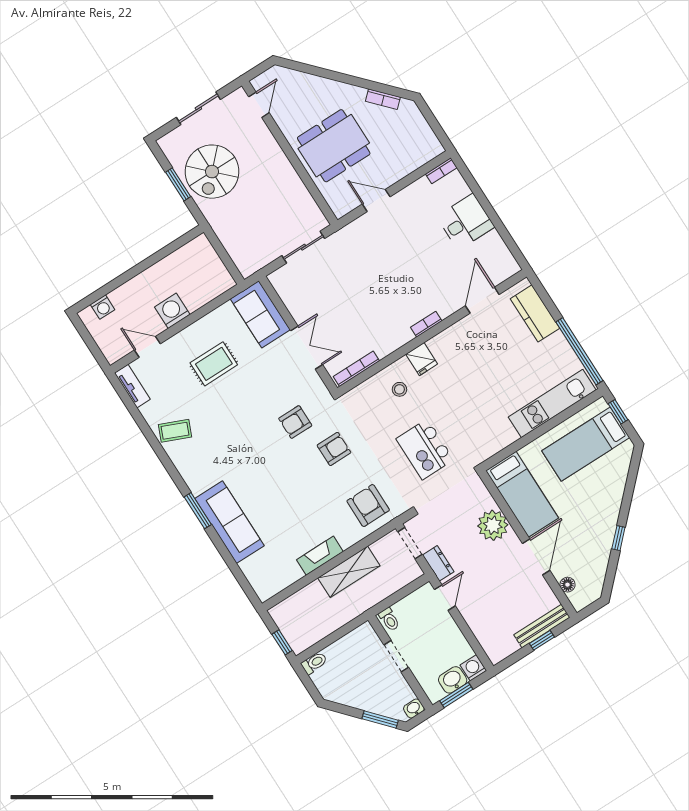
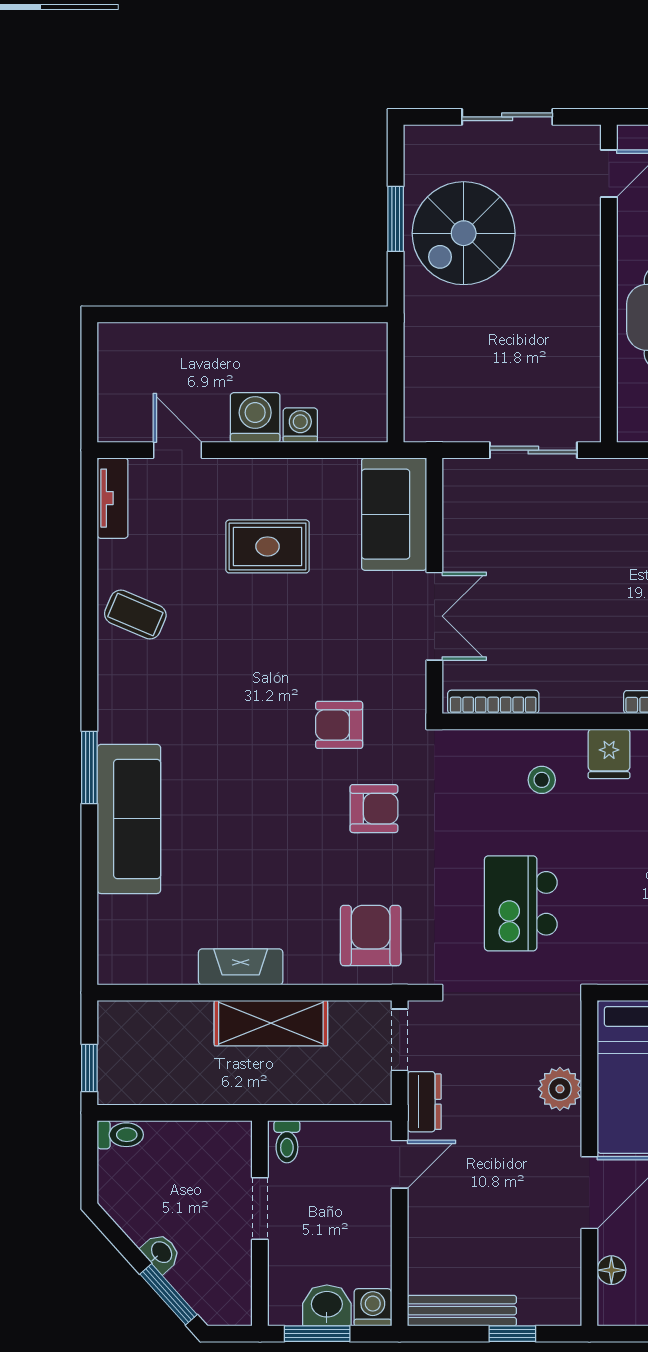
washing machine: (103, 307) -> (300, 425), moved, turned 180
plant: (493, 525) -> (560, 1089), width x0.73, depth x0.73
bench: (542, 626) -> (462, 1311), moved
washbasin: (414, 708) -> (161, 1253), moved, turned 48

